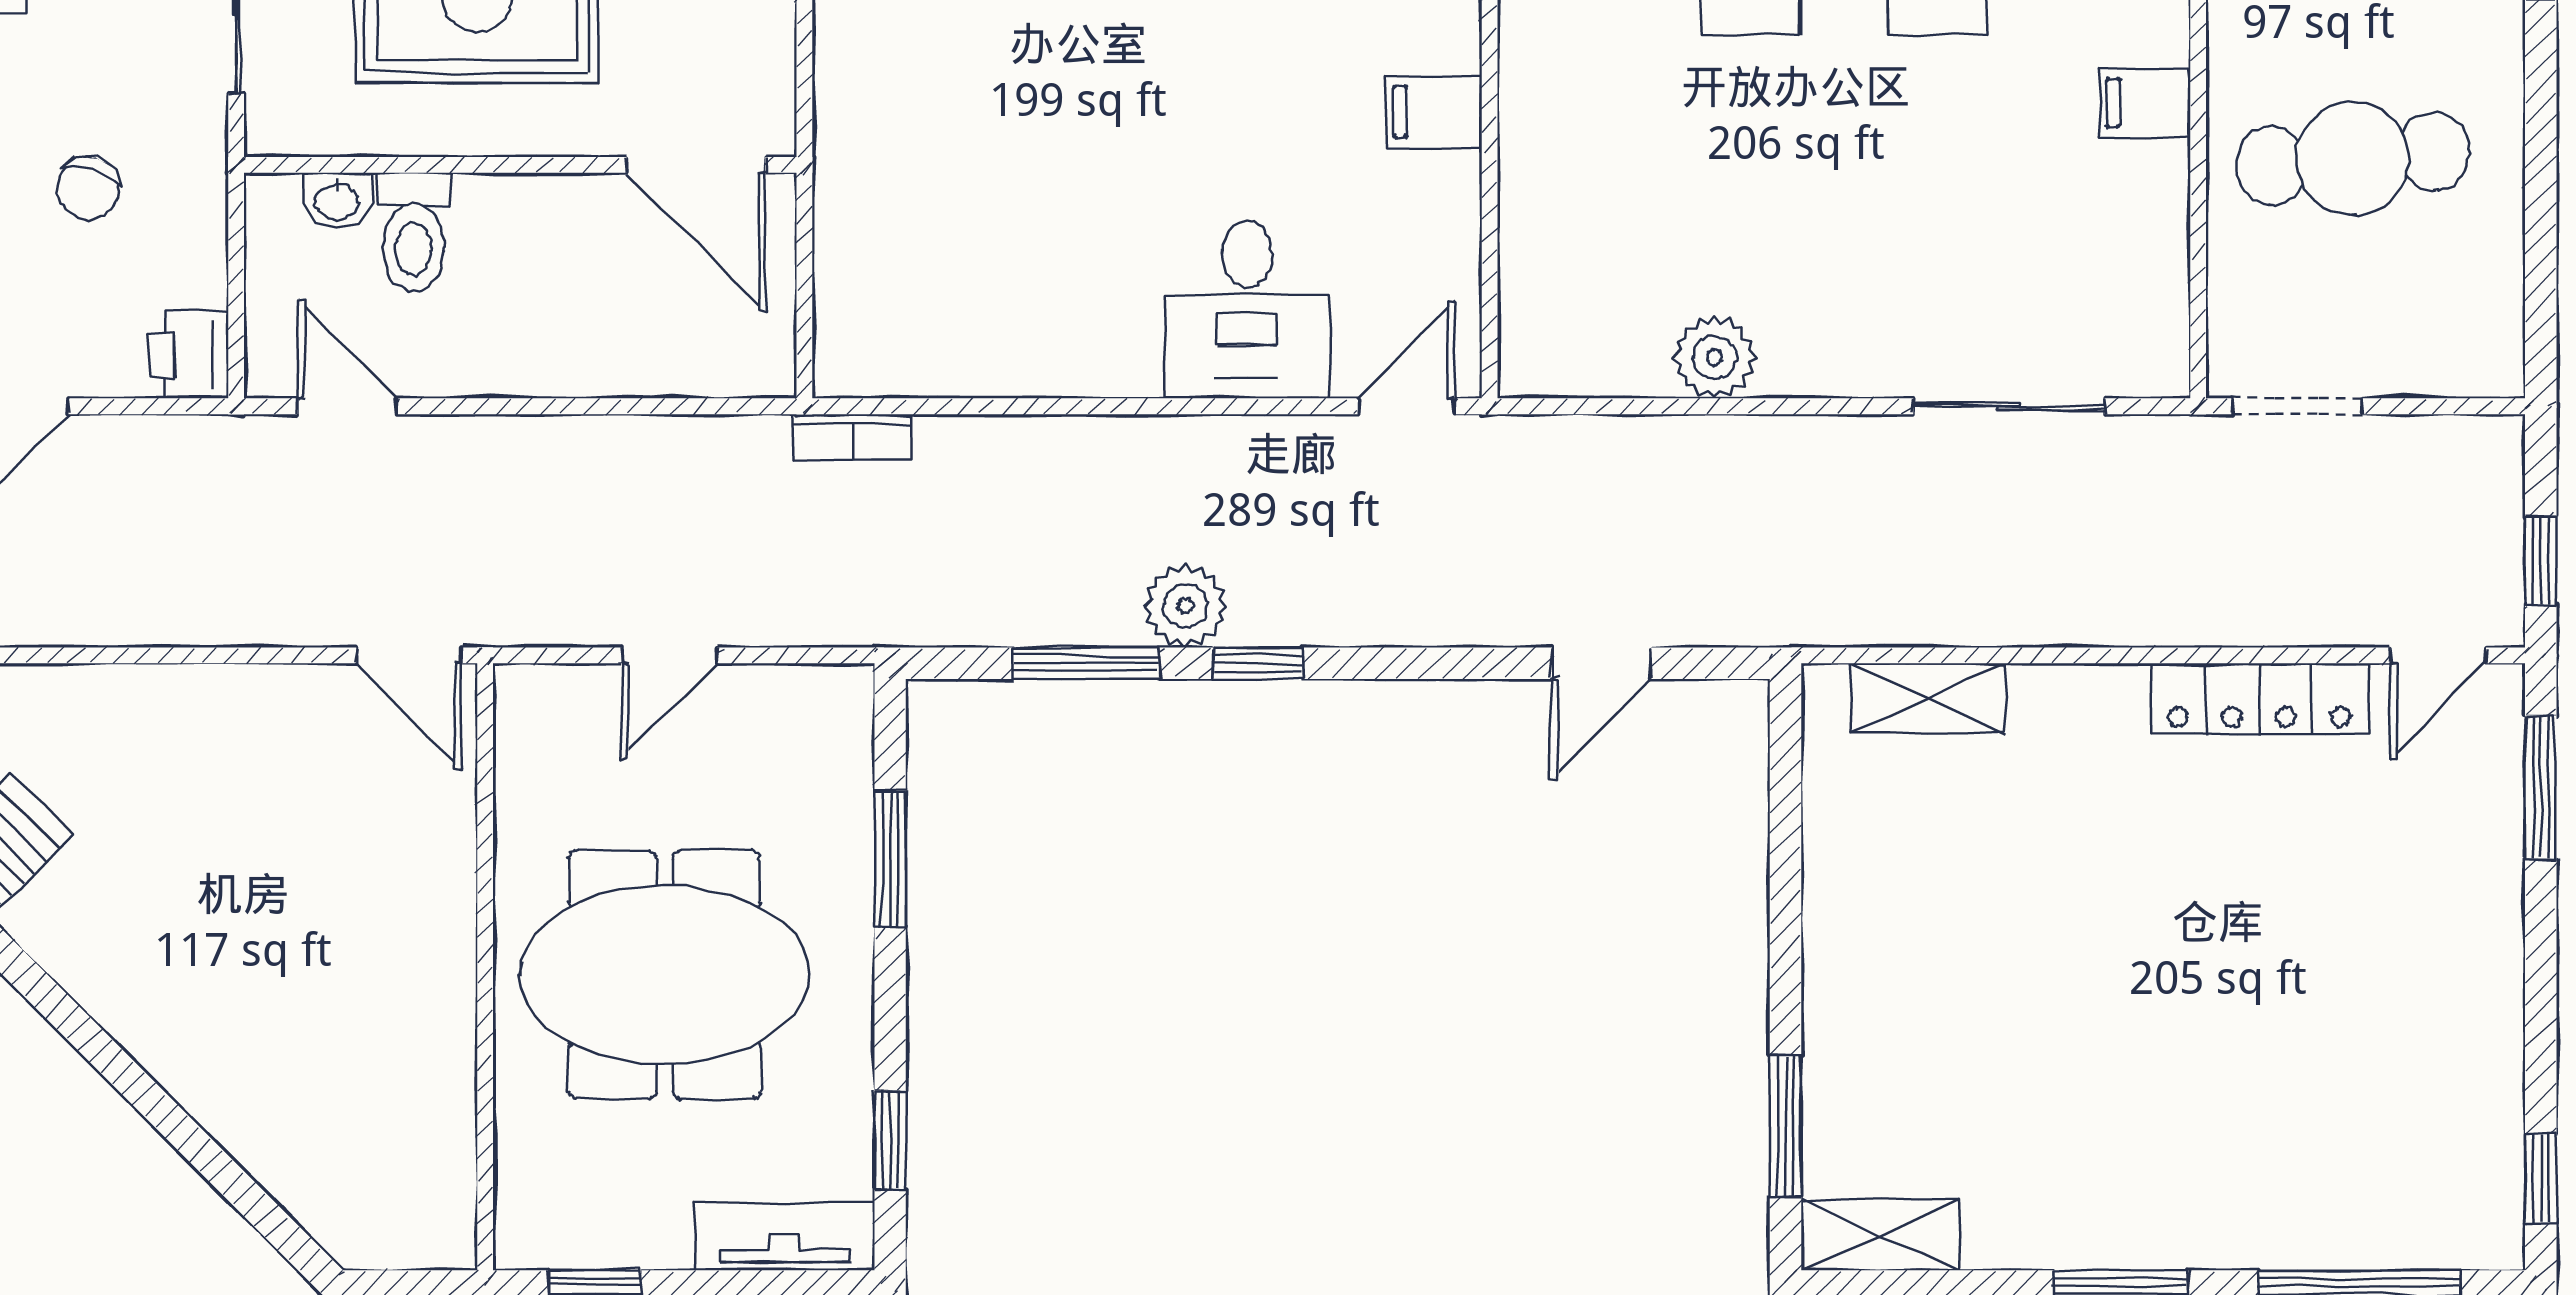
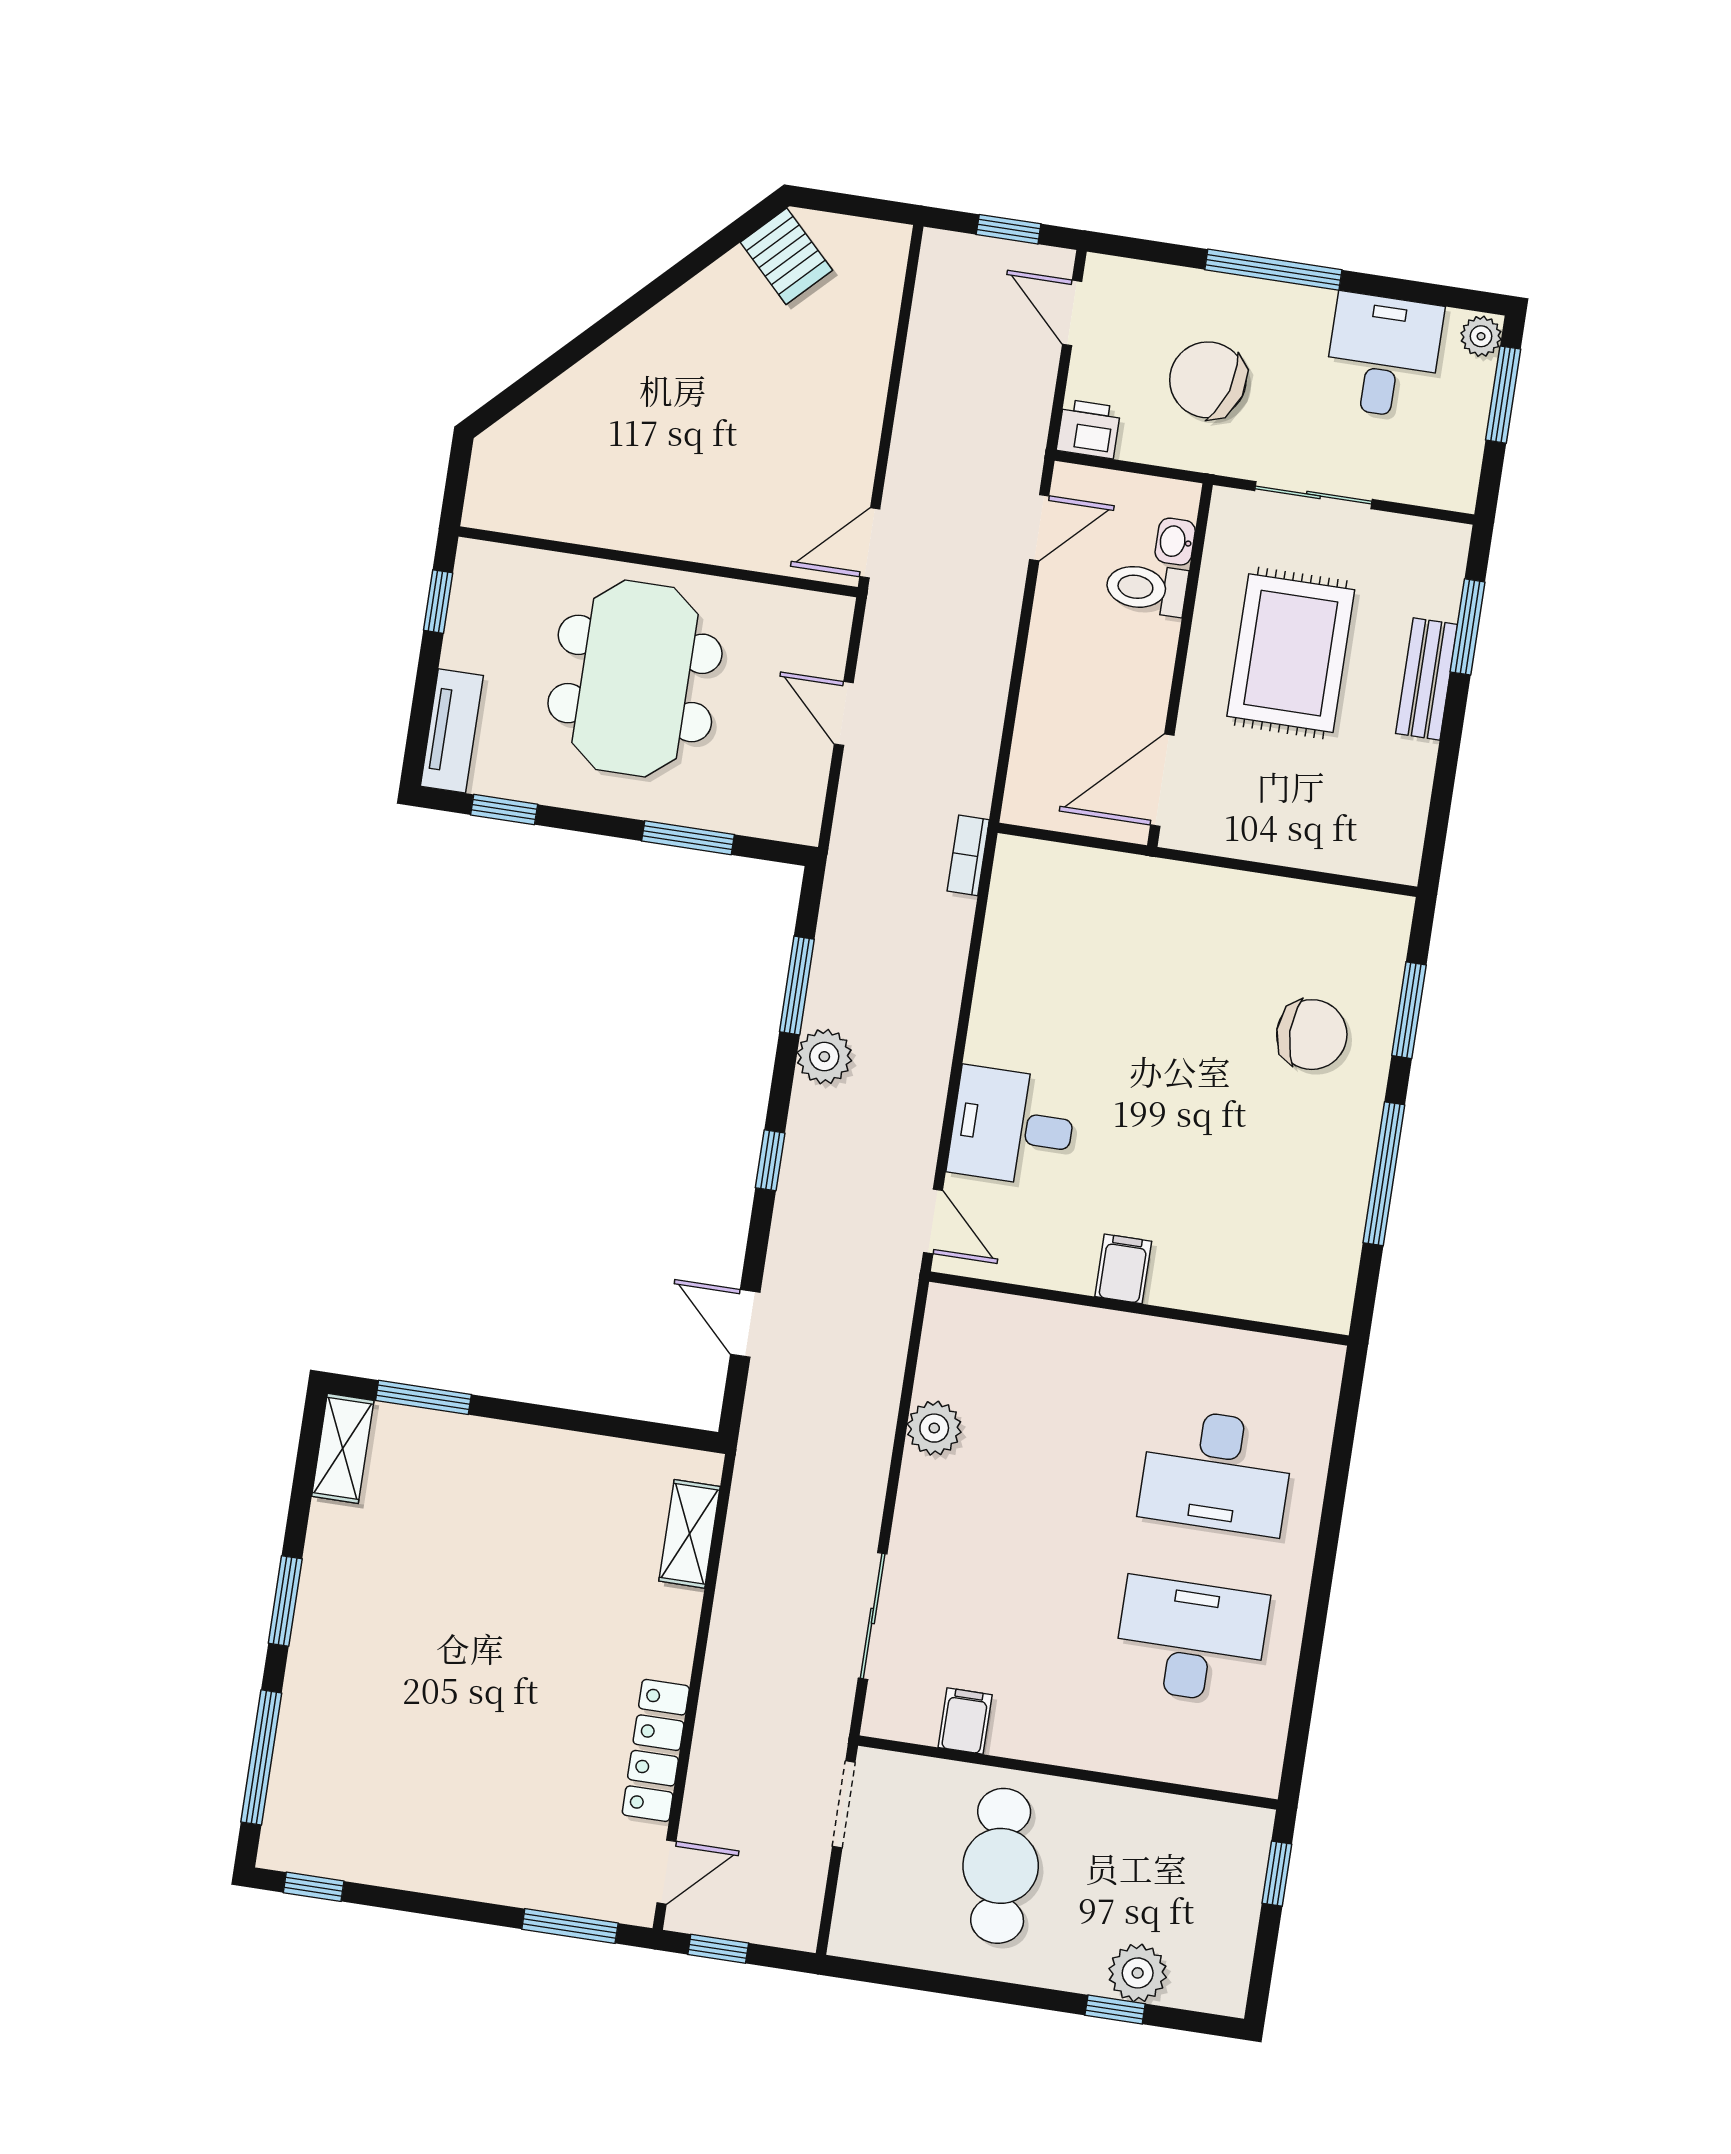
filing cabinet: (2145, 103) -> (965, 1721), moved
chair: (88, 188) -> (1208, 380), width x1.87, depth x1.87
door: (2438, 655) -> (666, 1872), swing flipped
window: (1258, 663) -> (770, 1160), moved

